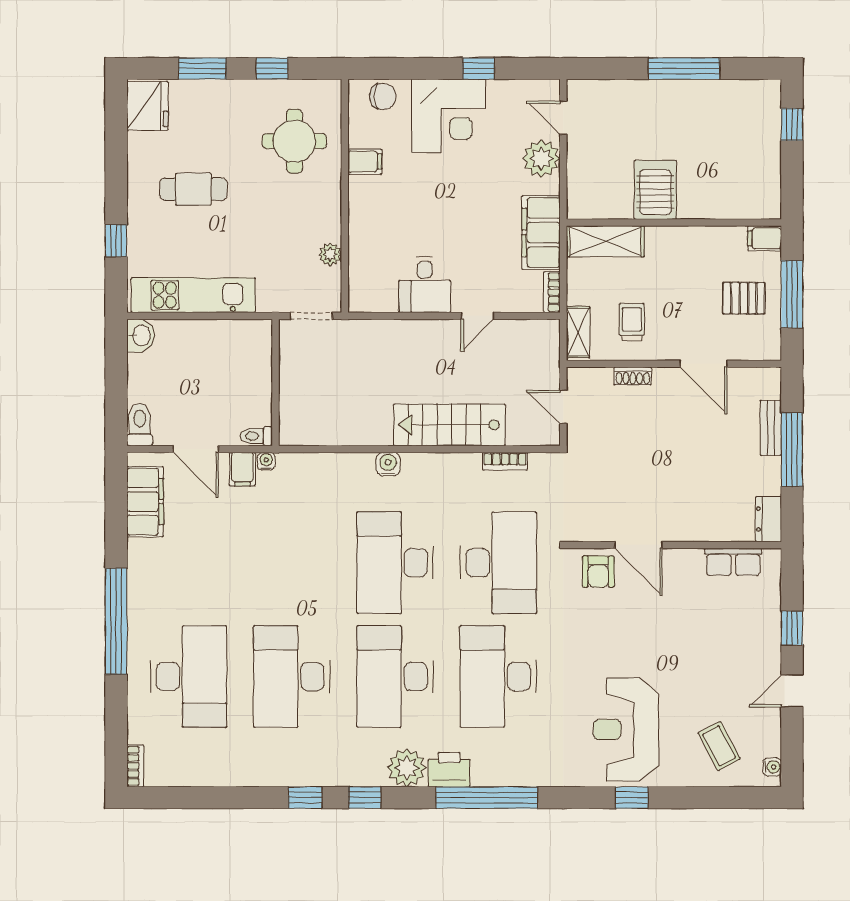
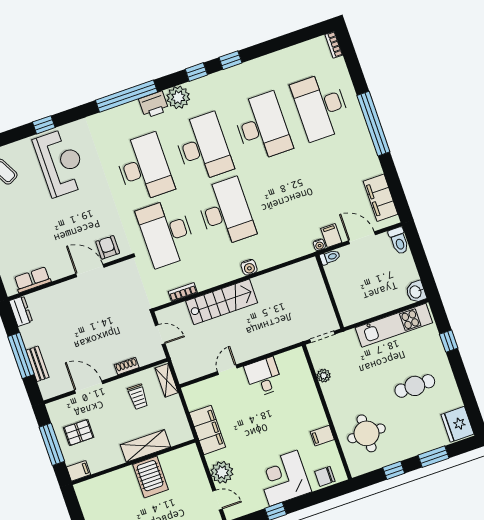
shelving: (605, 241) -> (145, 446), moved
bookcase: (552, 292) -> (189, 398), removed

